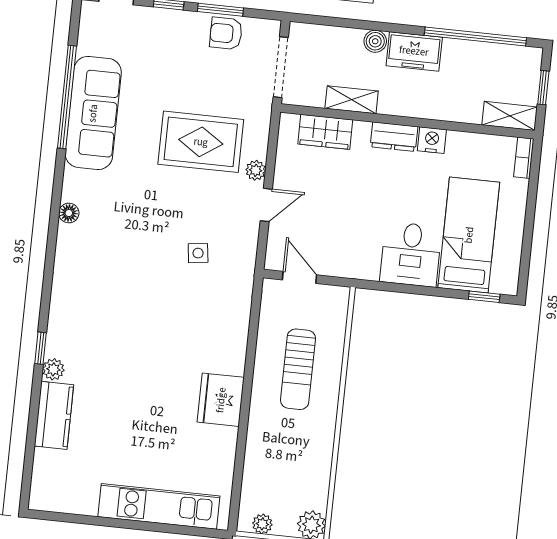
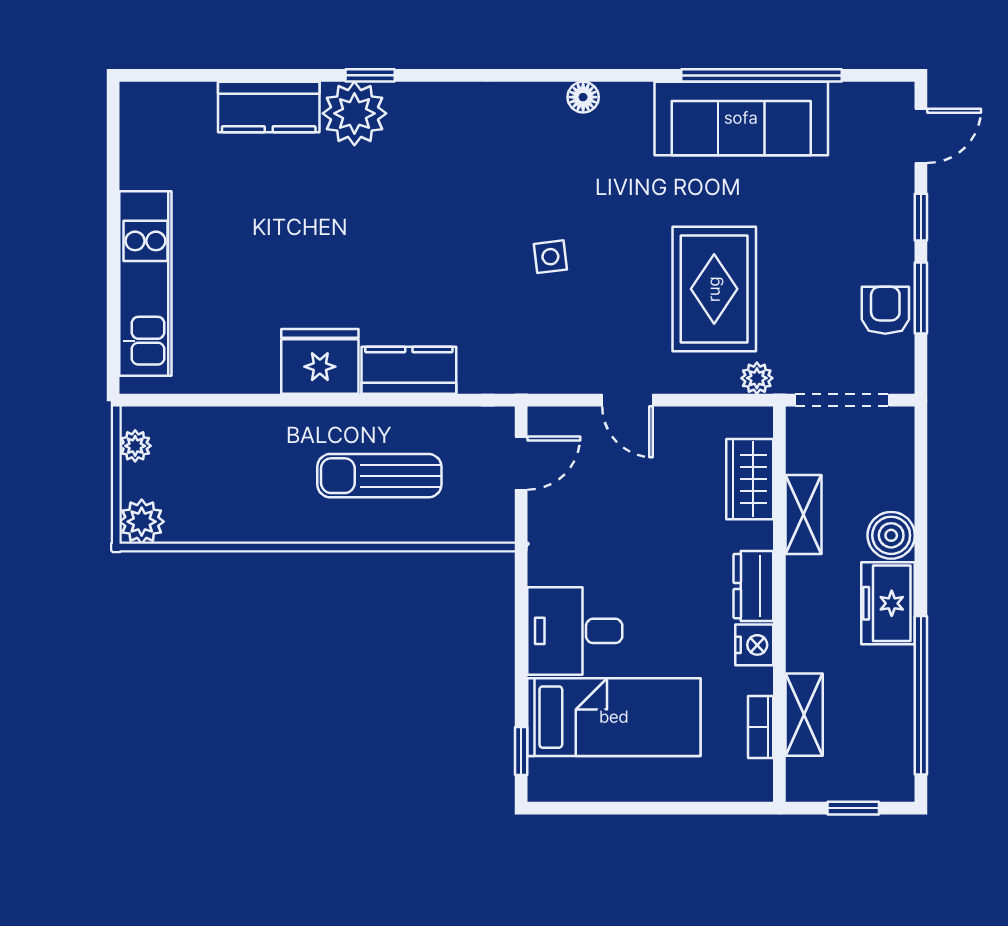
boiler: (375, 41) -> (891, 535), width x1.36, depth x1.36
shelving: (510, 116) -> (804, 715), moved
bookcase: (524, 158) -> (761, 727), moved, turned -90
plant: (256, 170) -> (757, 378), moved
side table: (198, 253) -> (550, 257), moved
kitchen counter: (232, 343) -> (409, 370), added
plant: (53, 369) -> (354, 113), width x1.88, depth x1.88

